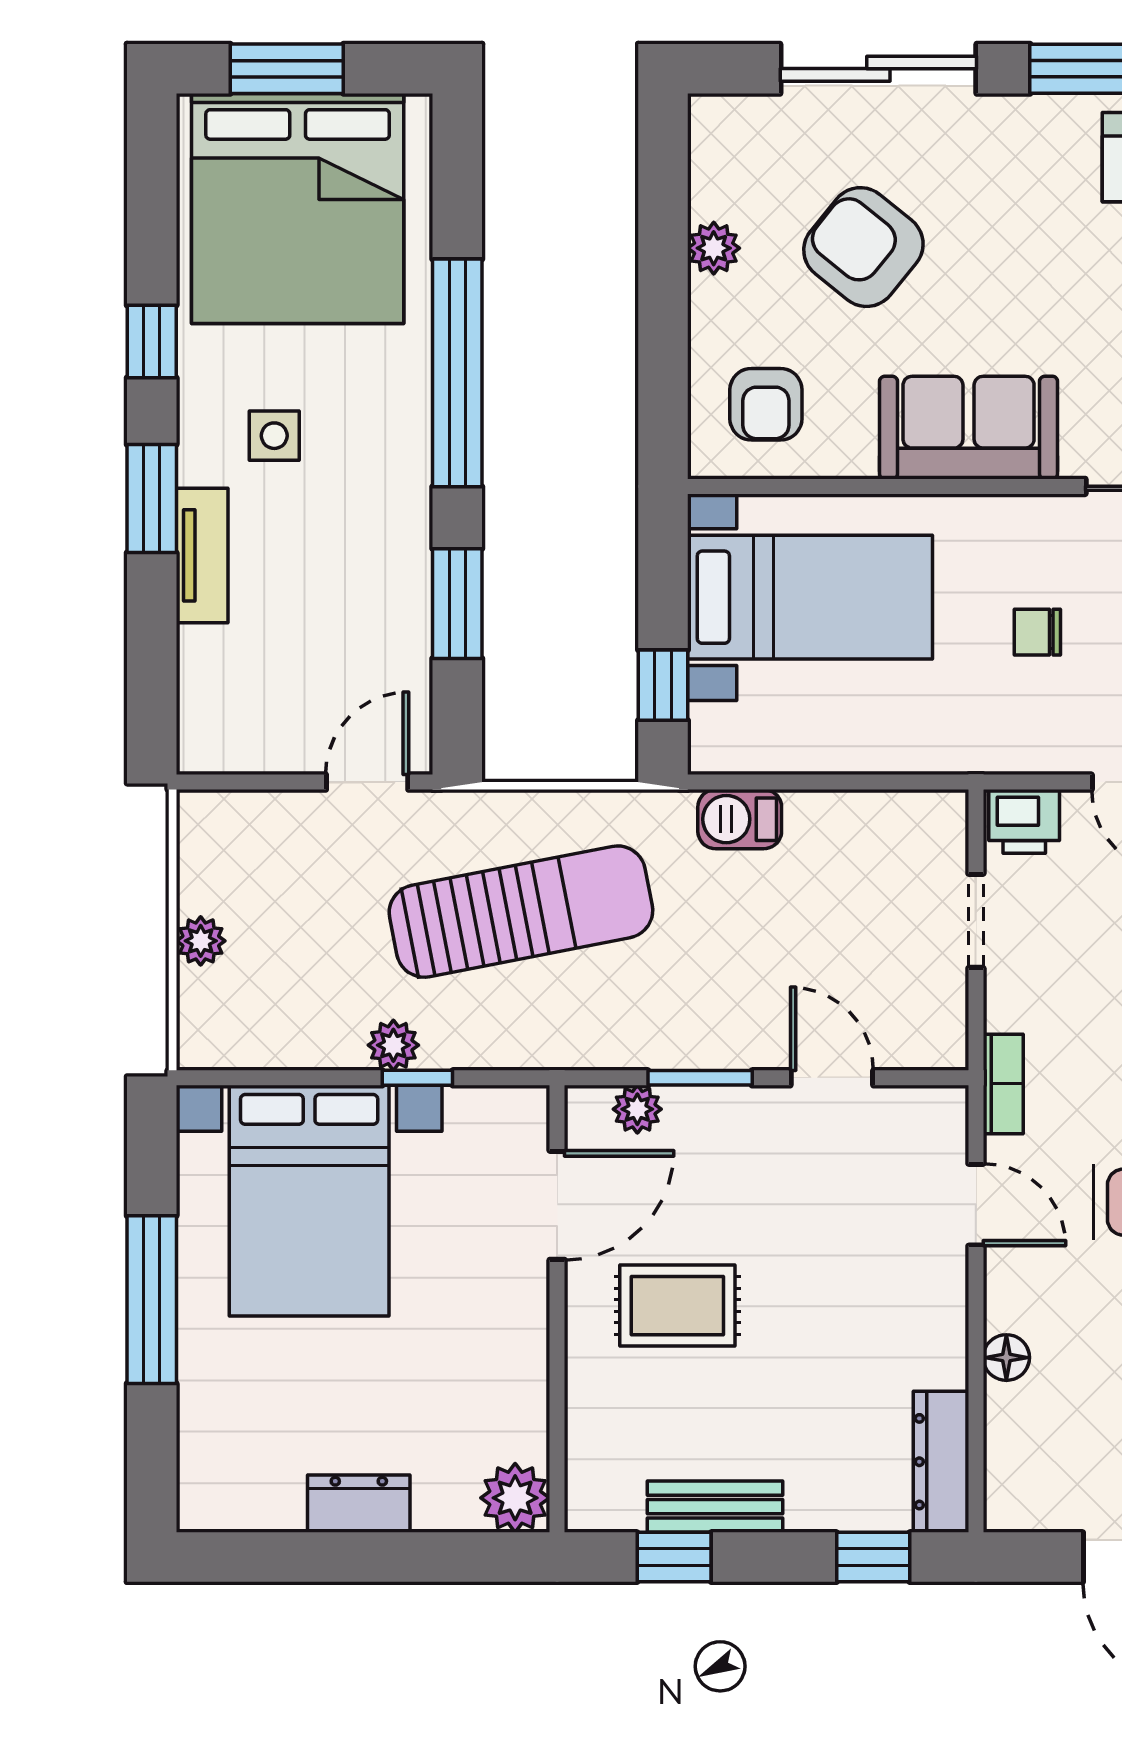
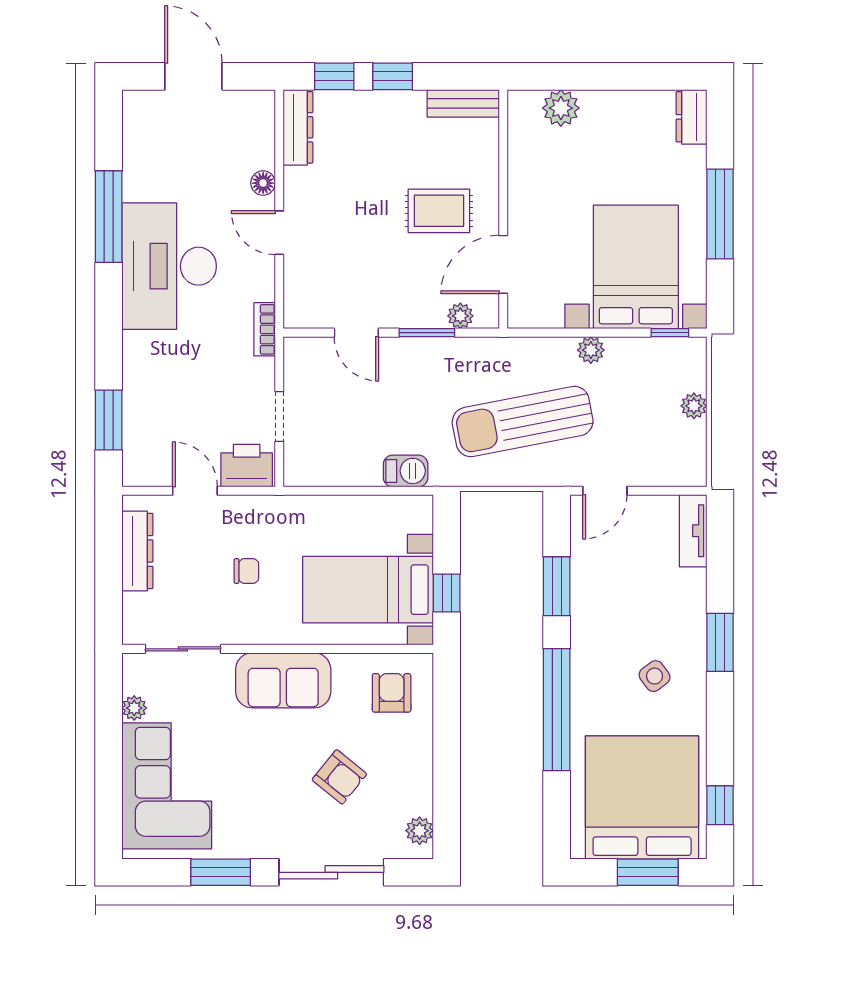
armchair: (863, 247) -> (339, 777), width x0.72, depth x0.72
plant: (714, 248) -> (420, 831), moved
window: (152, 342) -> (720, 805), moved
side table: (274, 436) -> (655, 676), turned -37
tv unit: (202, 555) -> (693, 531), moved
window: (663, 685) -> (447, 593), moved
printer: (1024, 821) -> (247, 466), width x1.36, depth x1.24
window: (417, 1078) -> (670, 333), moved
door: (976, 1205) -> (279, 233), moved
plant: (515, 1498) -> (561, 108), moved
dresser: (359, 1504) -> (691, 117), moved, turned 90
bench: (715, 1507) -> (463, 103), moved
window: (674, 1557) -> (393, 76), moved

